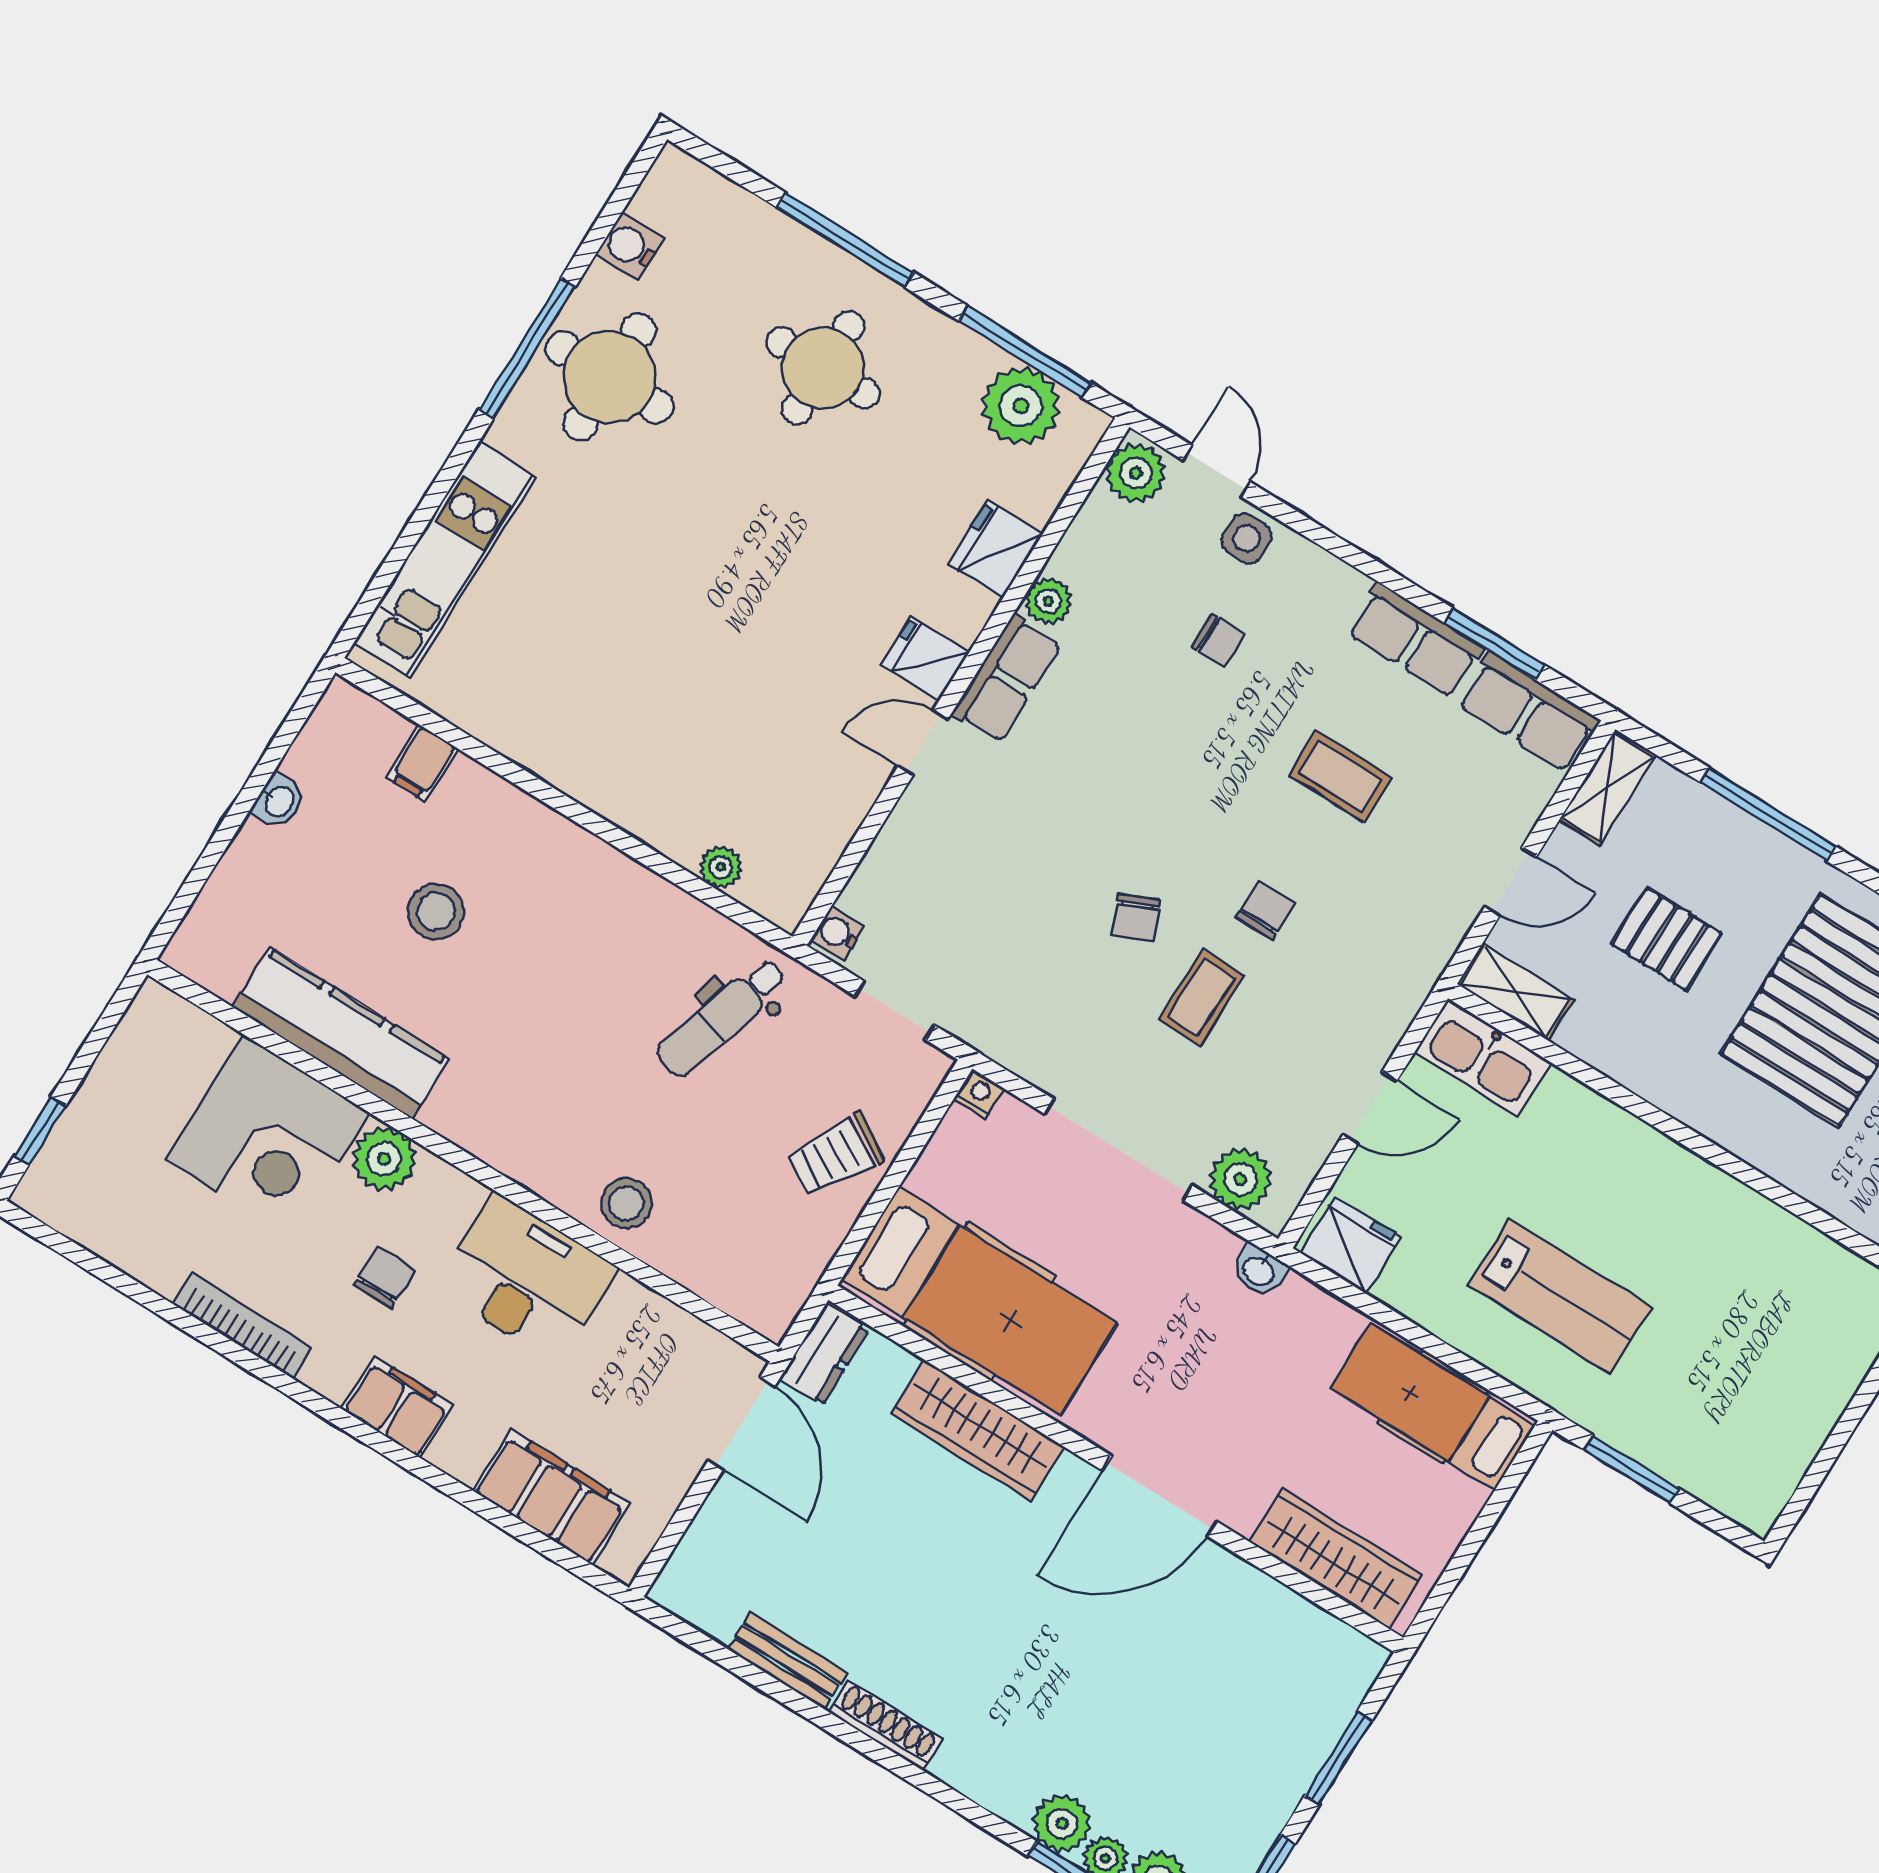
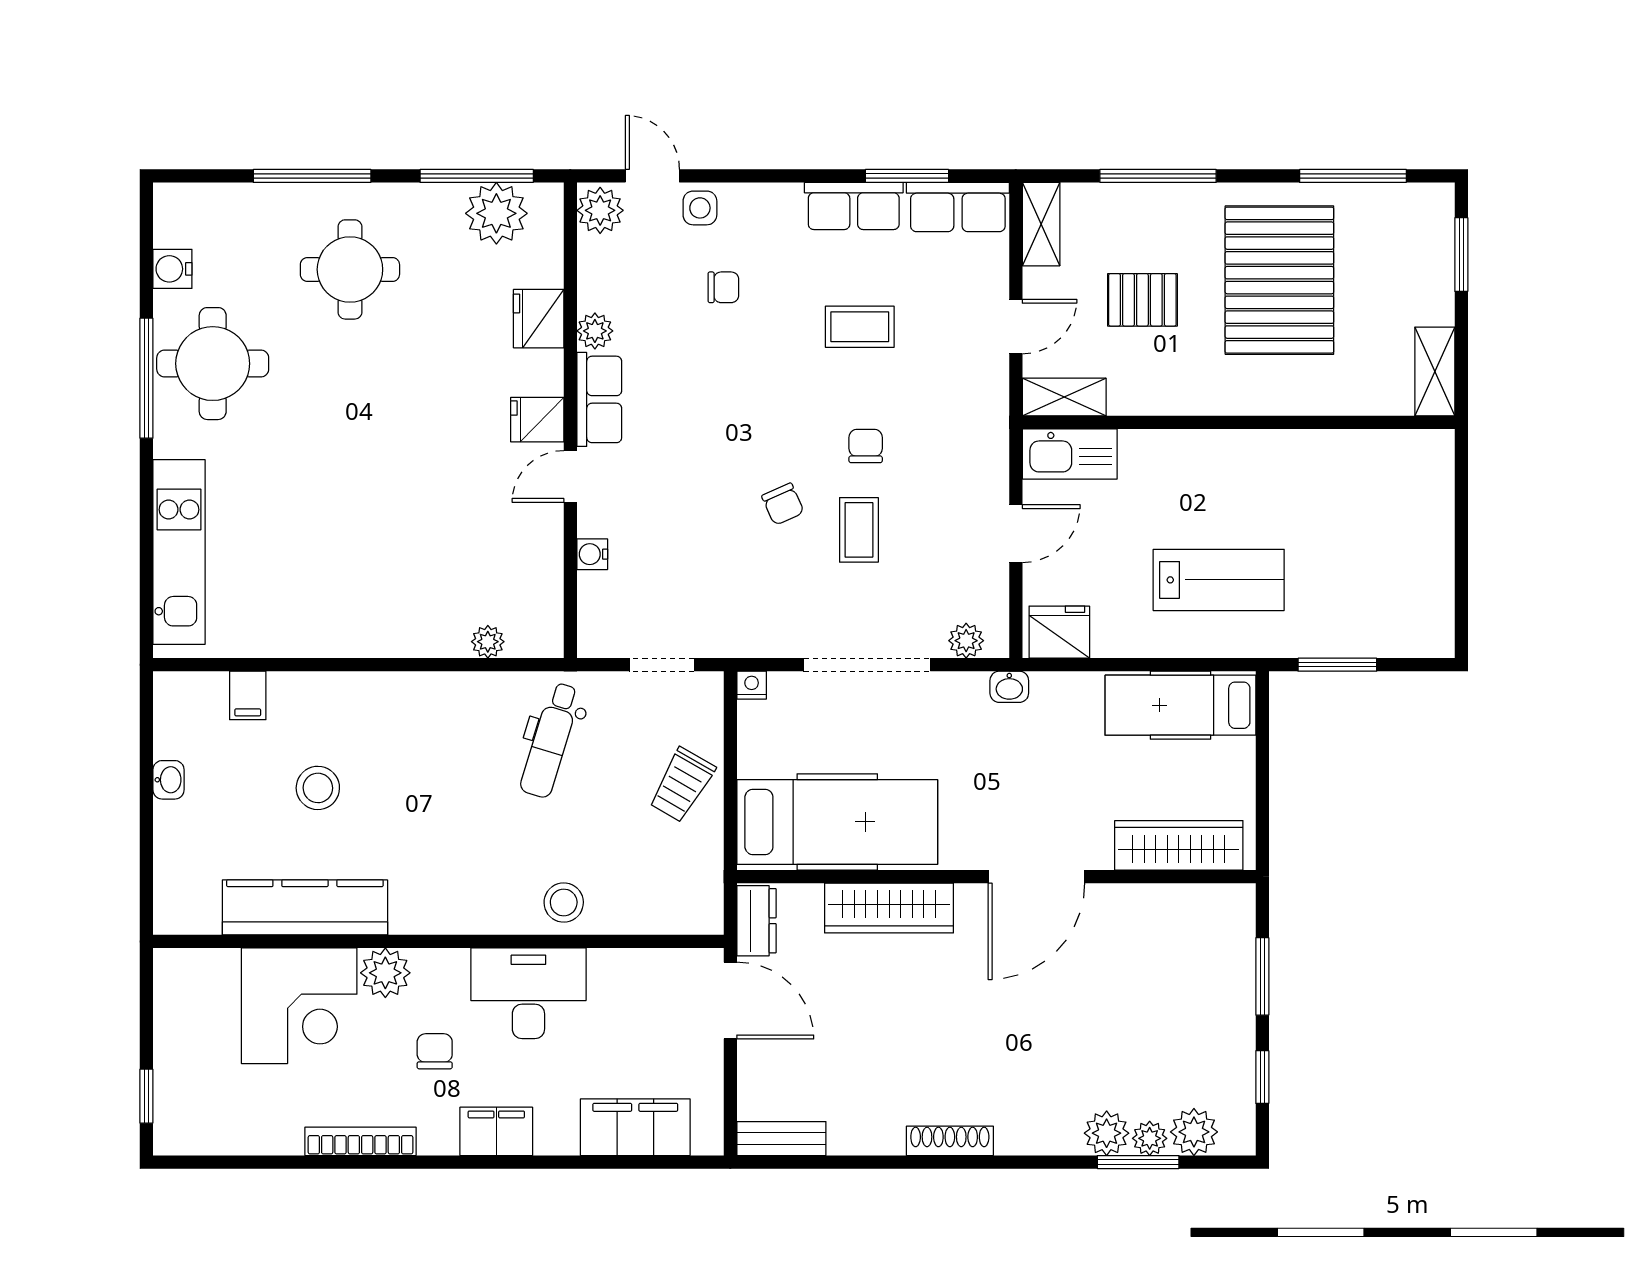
water cooler: (838, 933) -> (592, 554), moved
plant: (1240, 1179) -> (966, 641), width x0.73, depth x0.73
bench: (787, 1661) -> (781, 1139), moved

